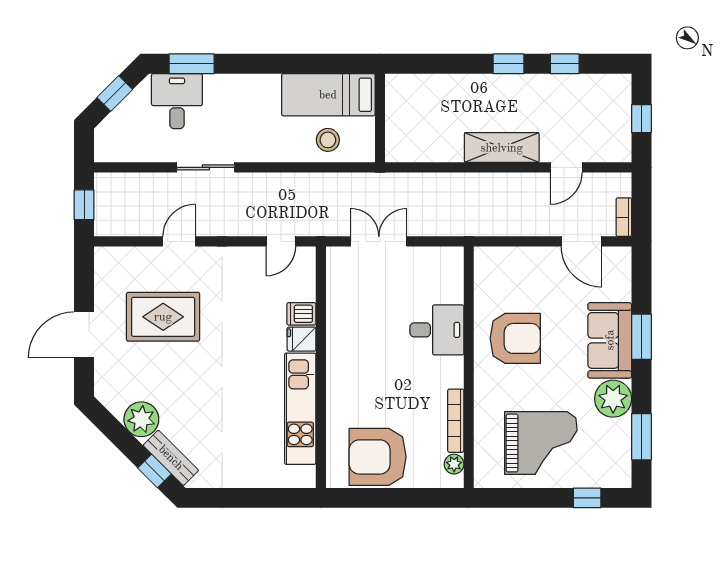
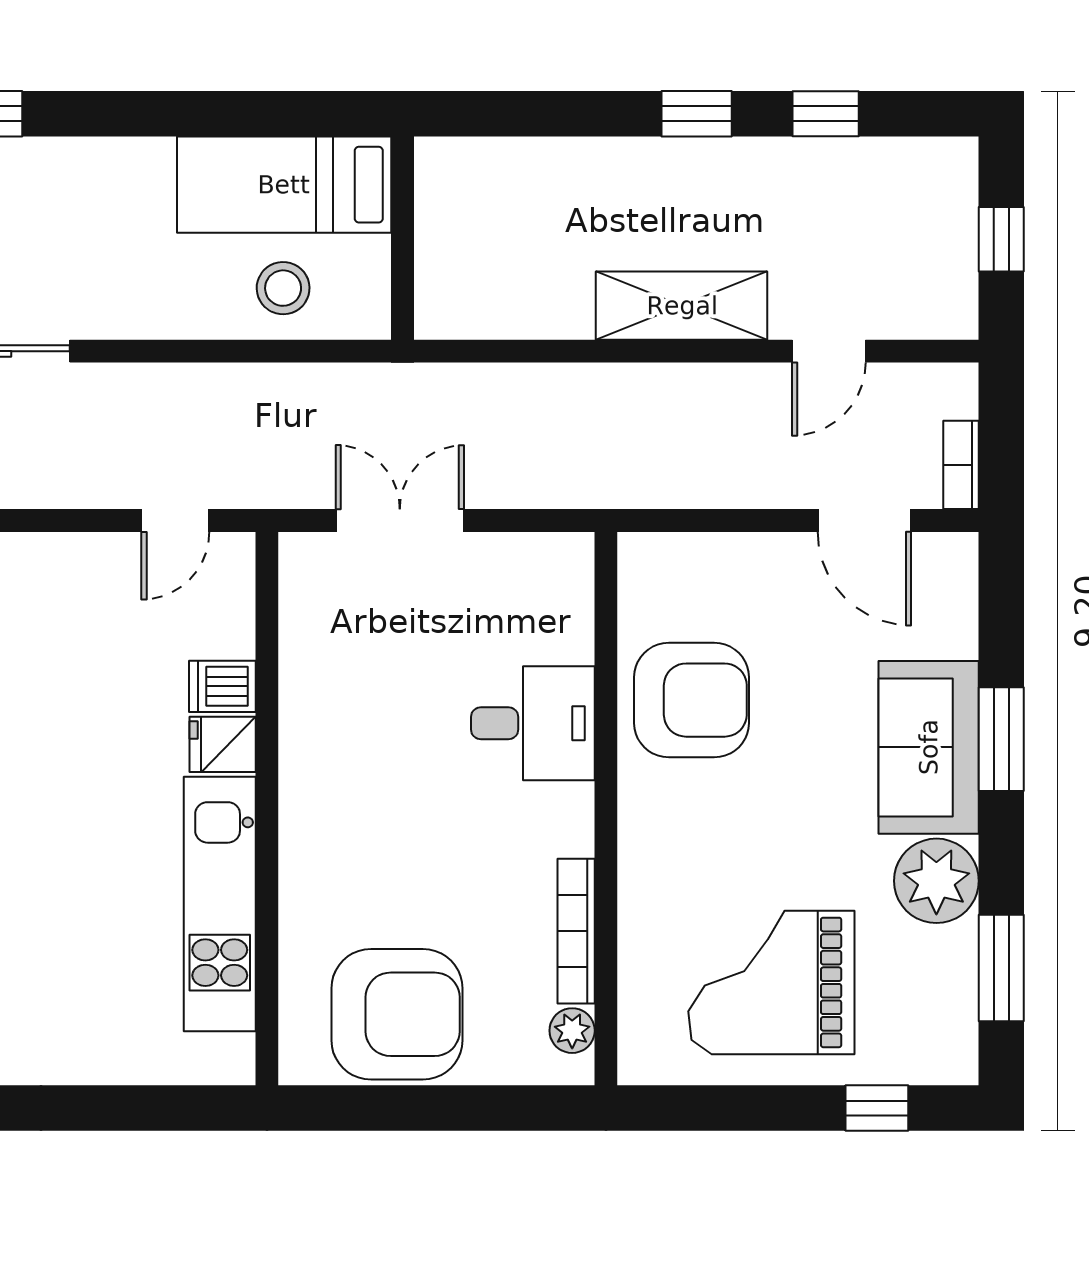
armchair: (515, 338) -> (692, 700), moved
grand piano: (541, 443) -> (771, 982), turned 180
armchair: (378, 457) -> (397, 1014), turned 180

